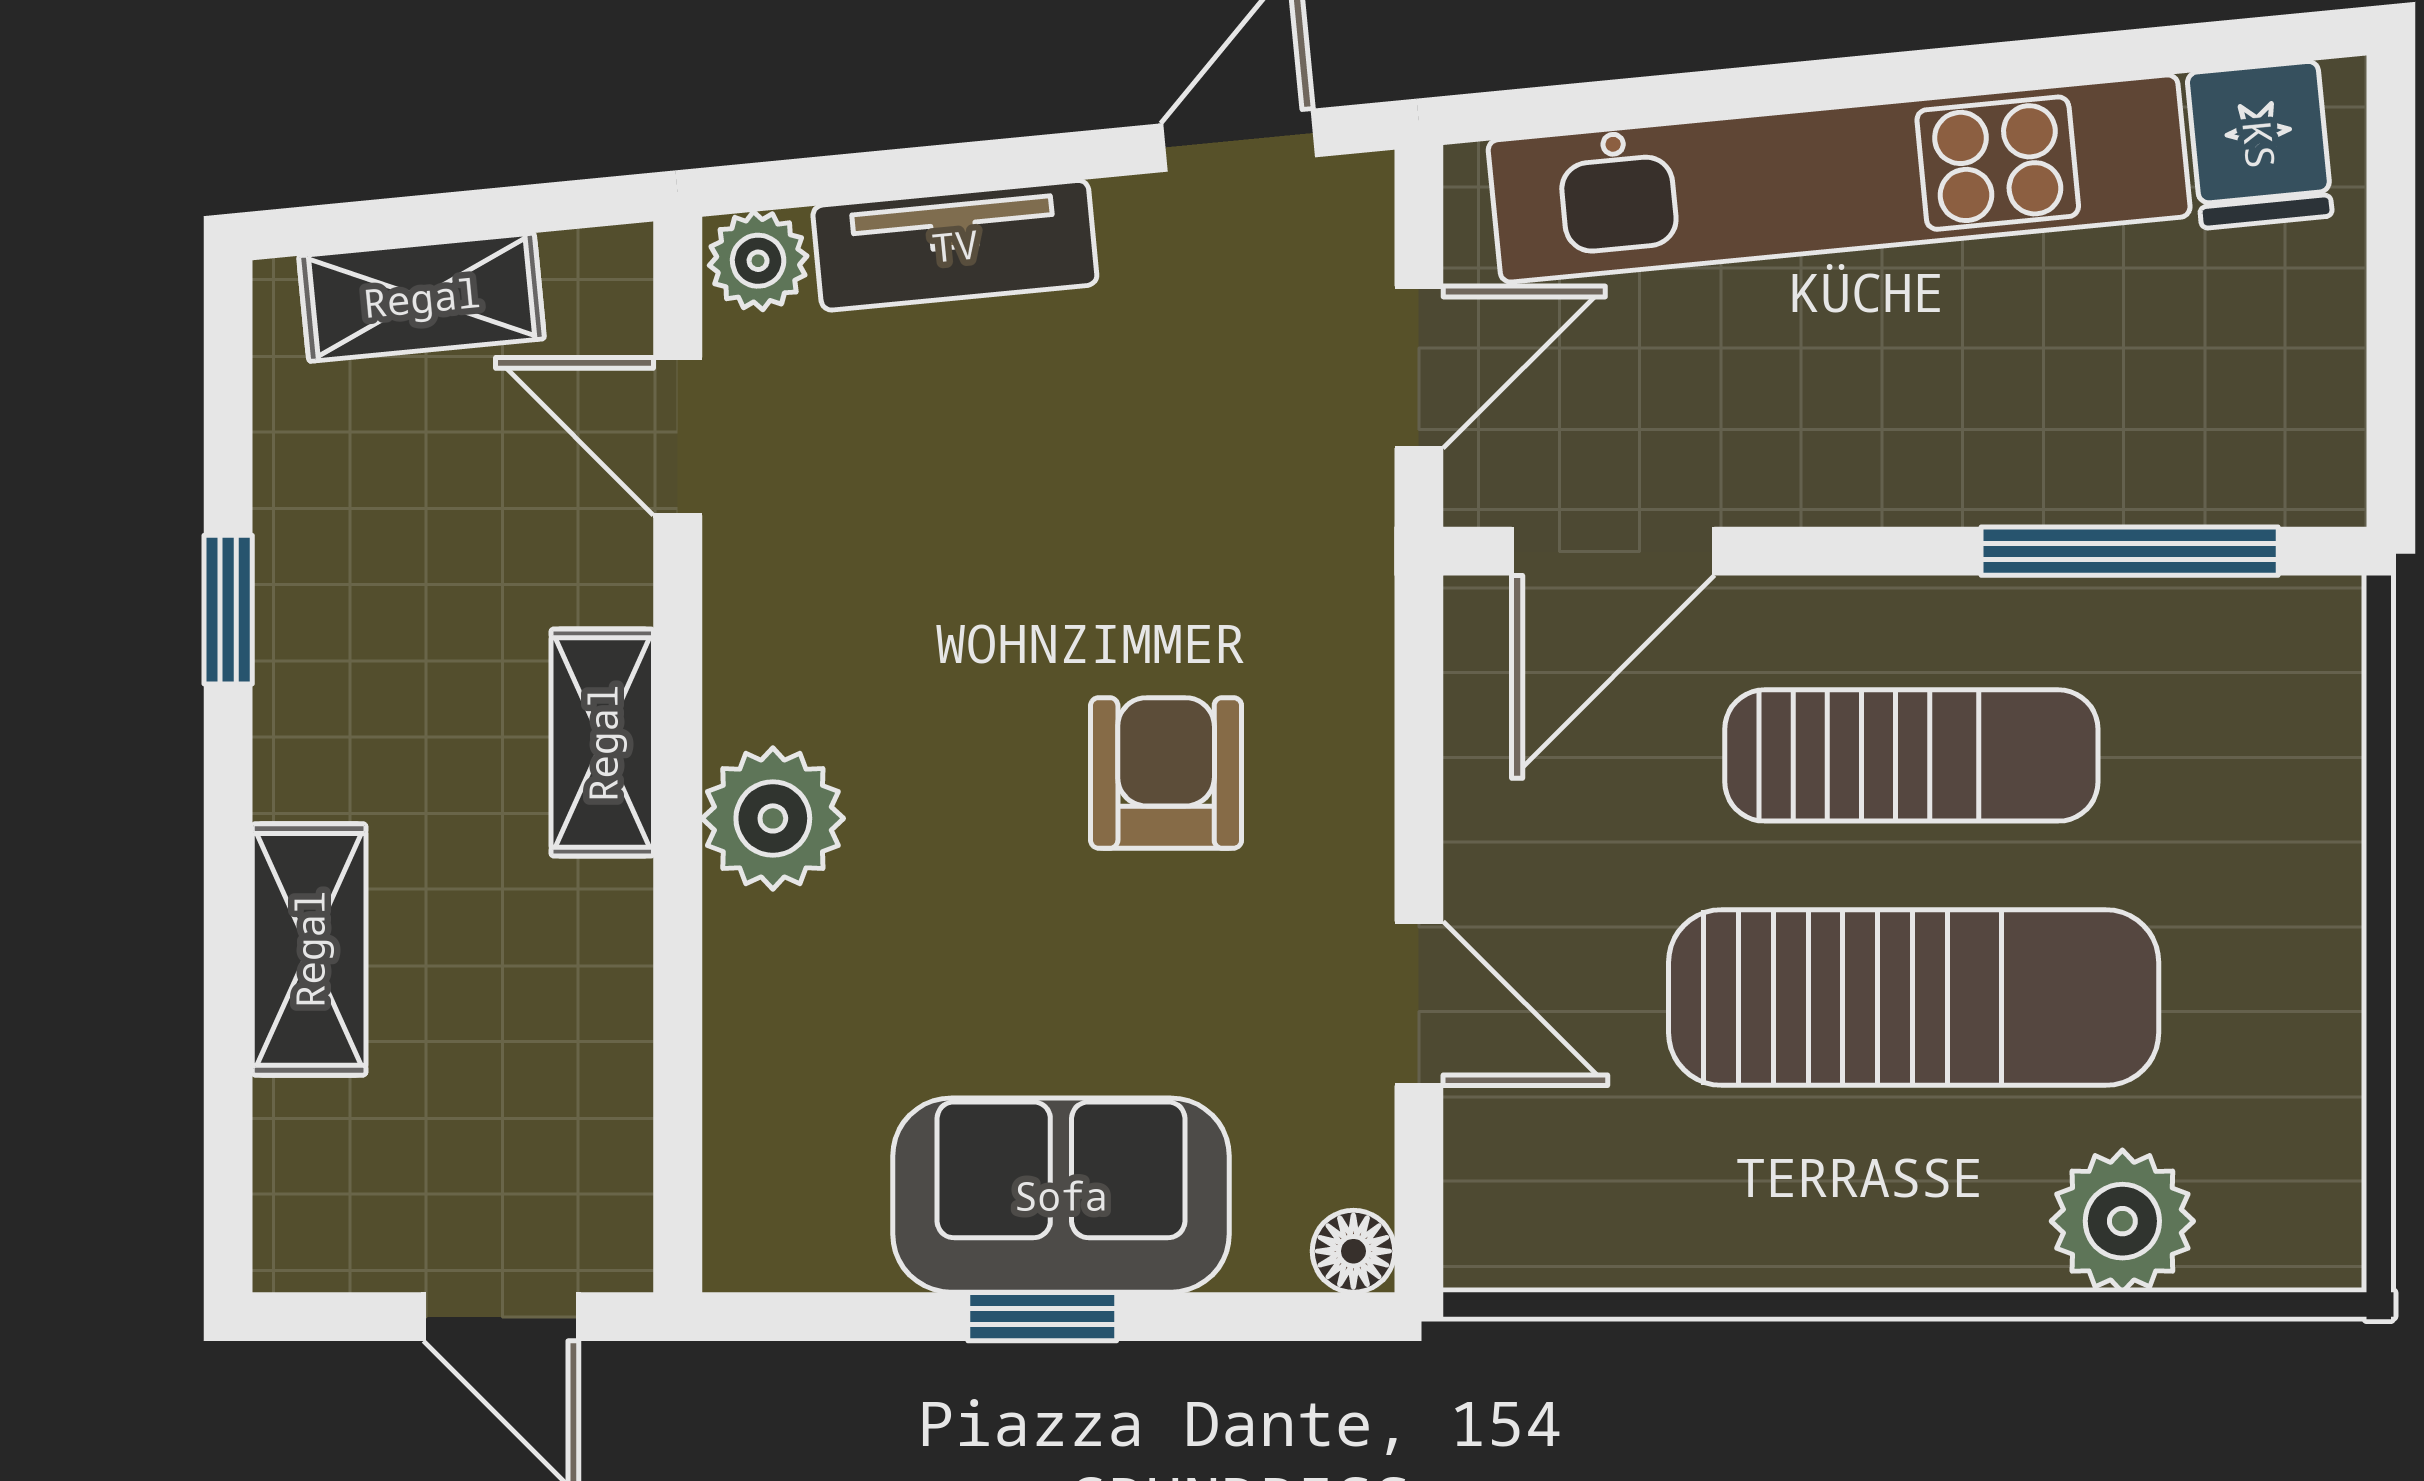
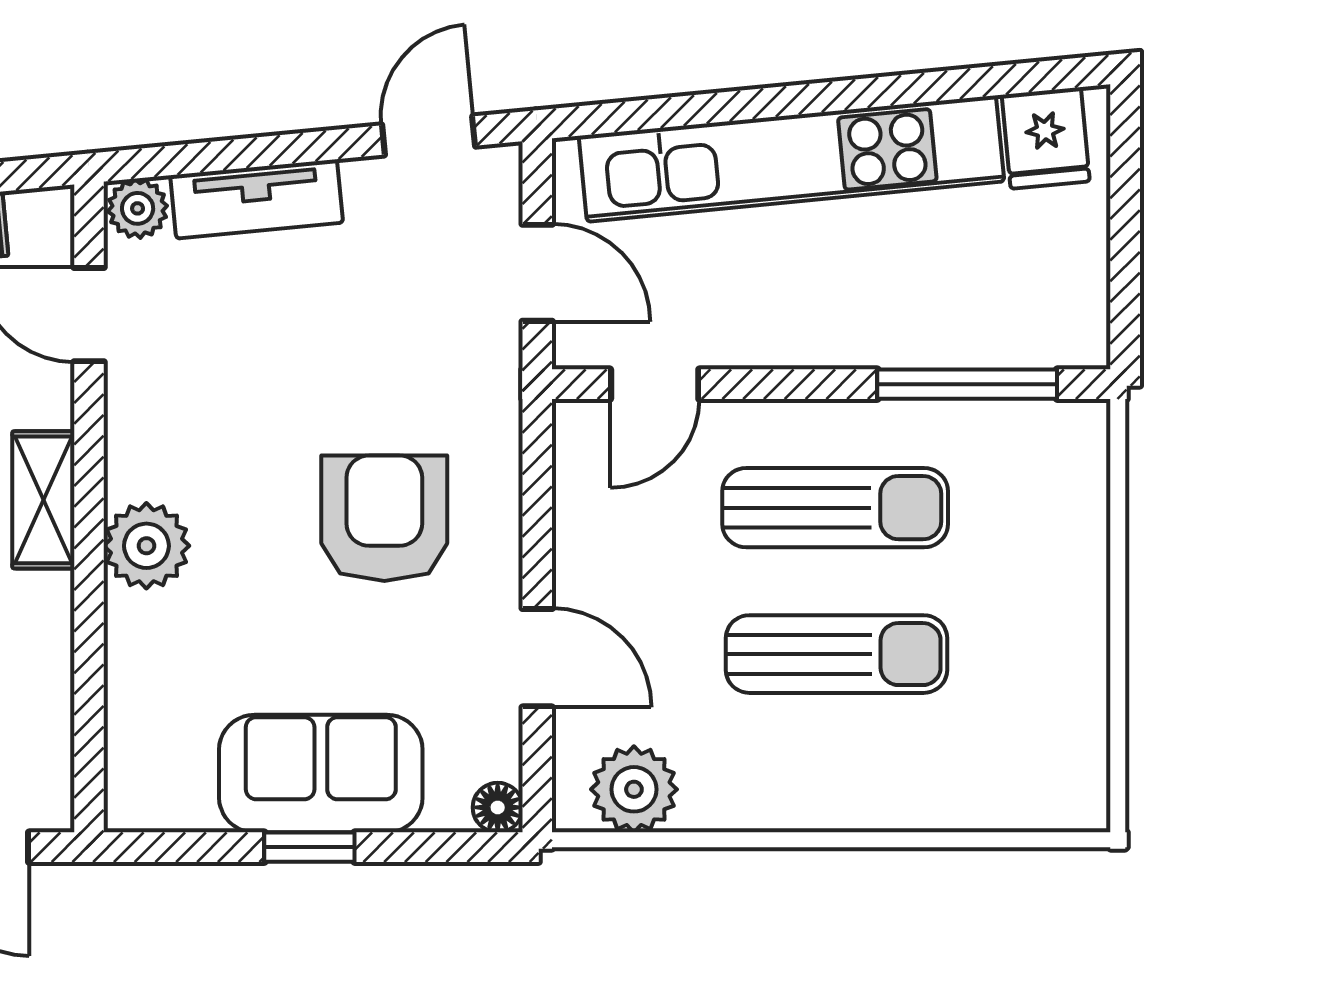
door: (1419, 367) -> (537, 273), hinge flipped
door: (1613, 551) -> (655, 384), width x0.73
armchair: (1166, 773) -> (384, 518), width x1.38, depth x1.38
sun lounger: (1914, 997) -> (837, 654), width x0.73, depth x0.75
plant: (2122, 1221) -> (634, 789), moved

